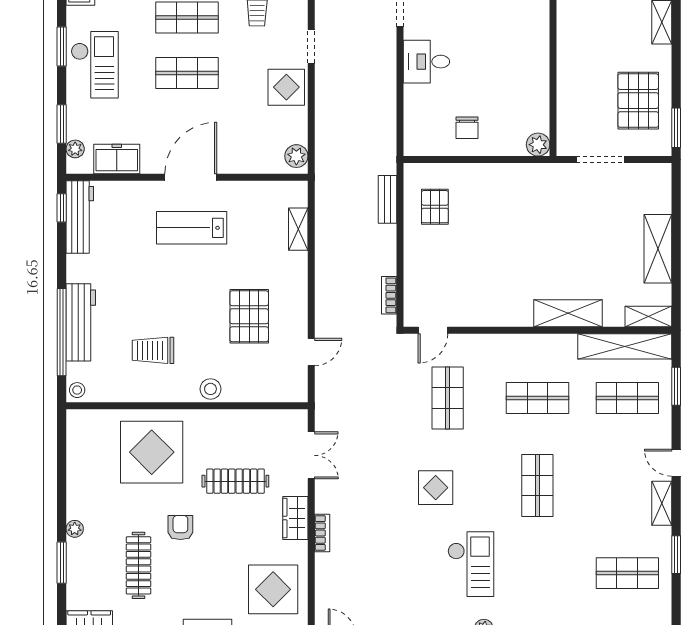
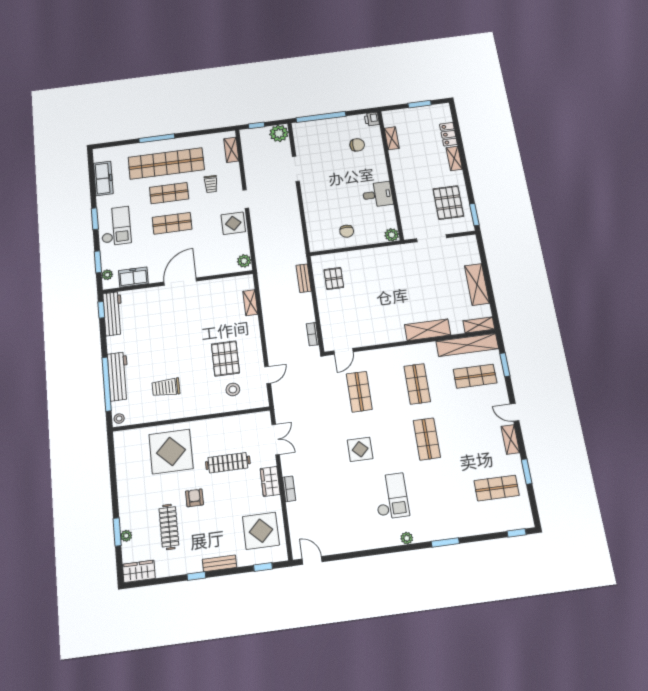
desk: (426, 62) -> (378, 195), moved, turned 180
lab bench: (192, 228) -> (184, 311), removed
stool: (210, 389) -> (233, 389), moved
shop shelf: (537, 398) -> (417, 384), turned 90
plant: (75, 529) -> (126, 536), moved

